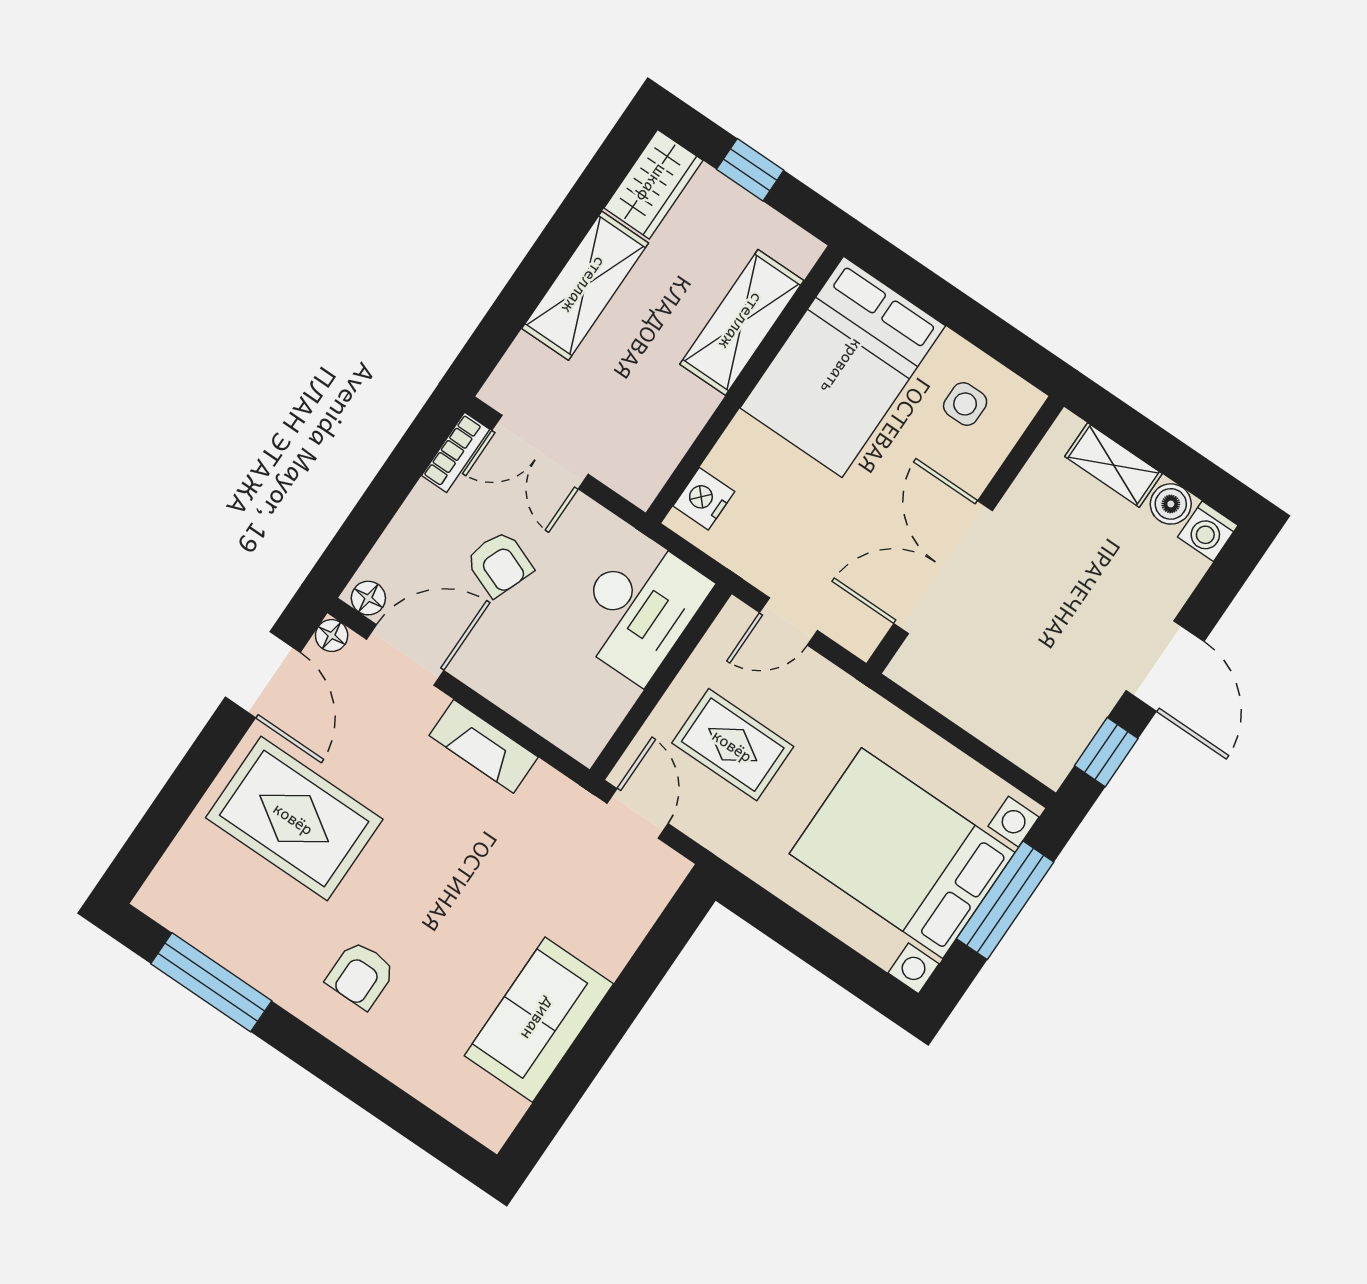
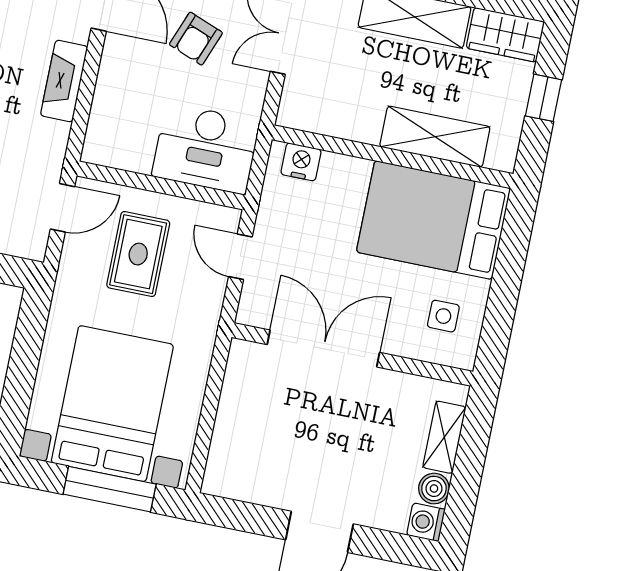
window: (1106, 752) -> (242, 516), removed

